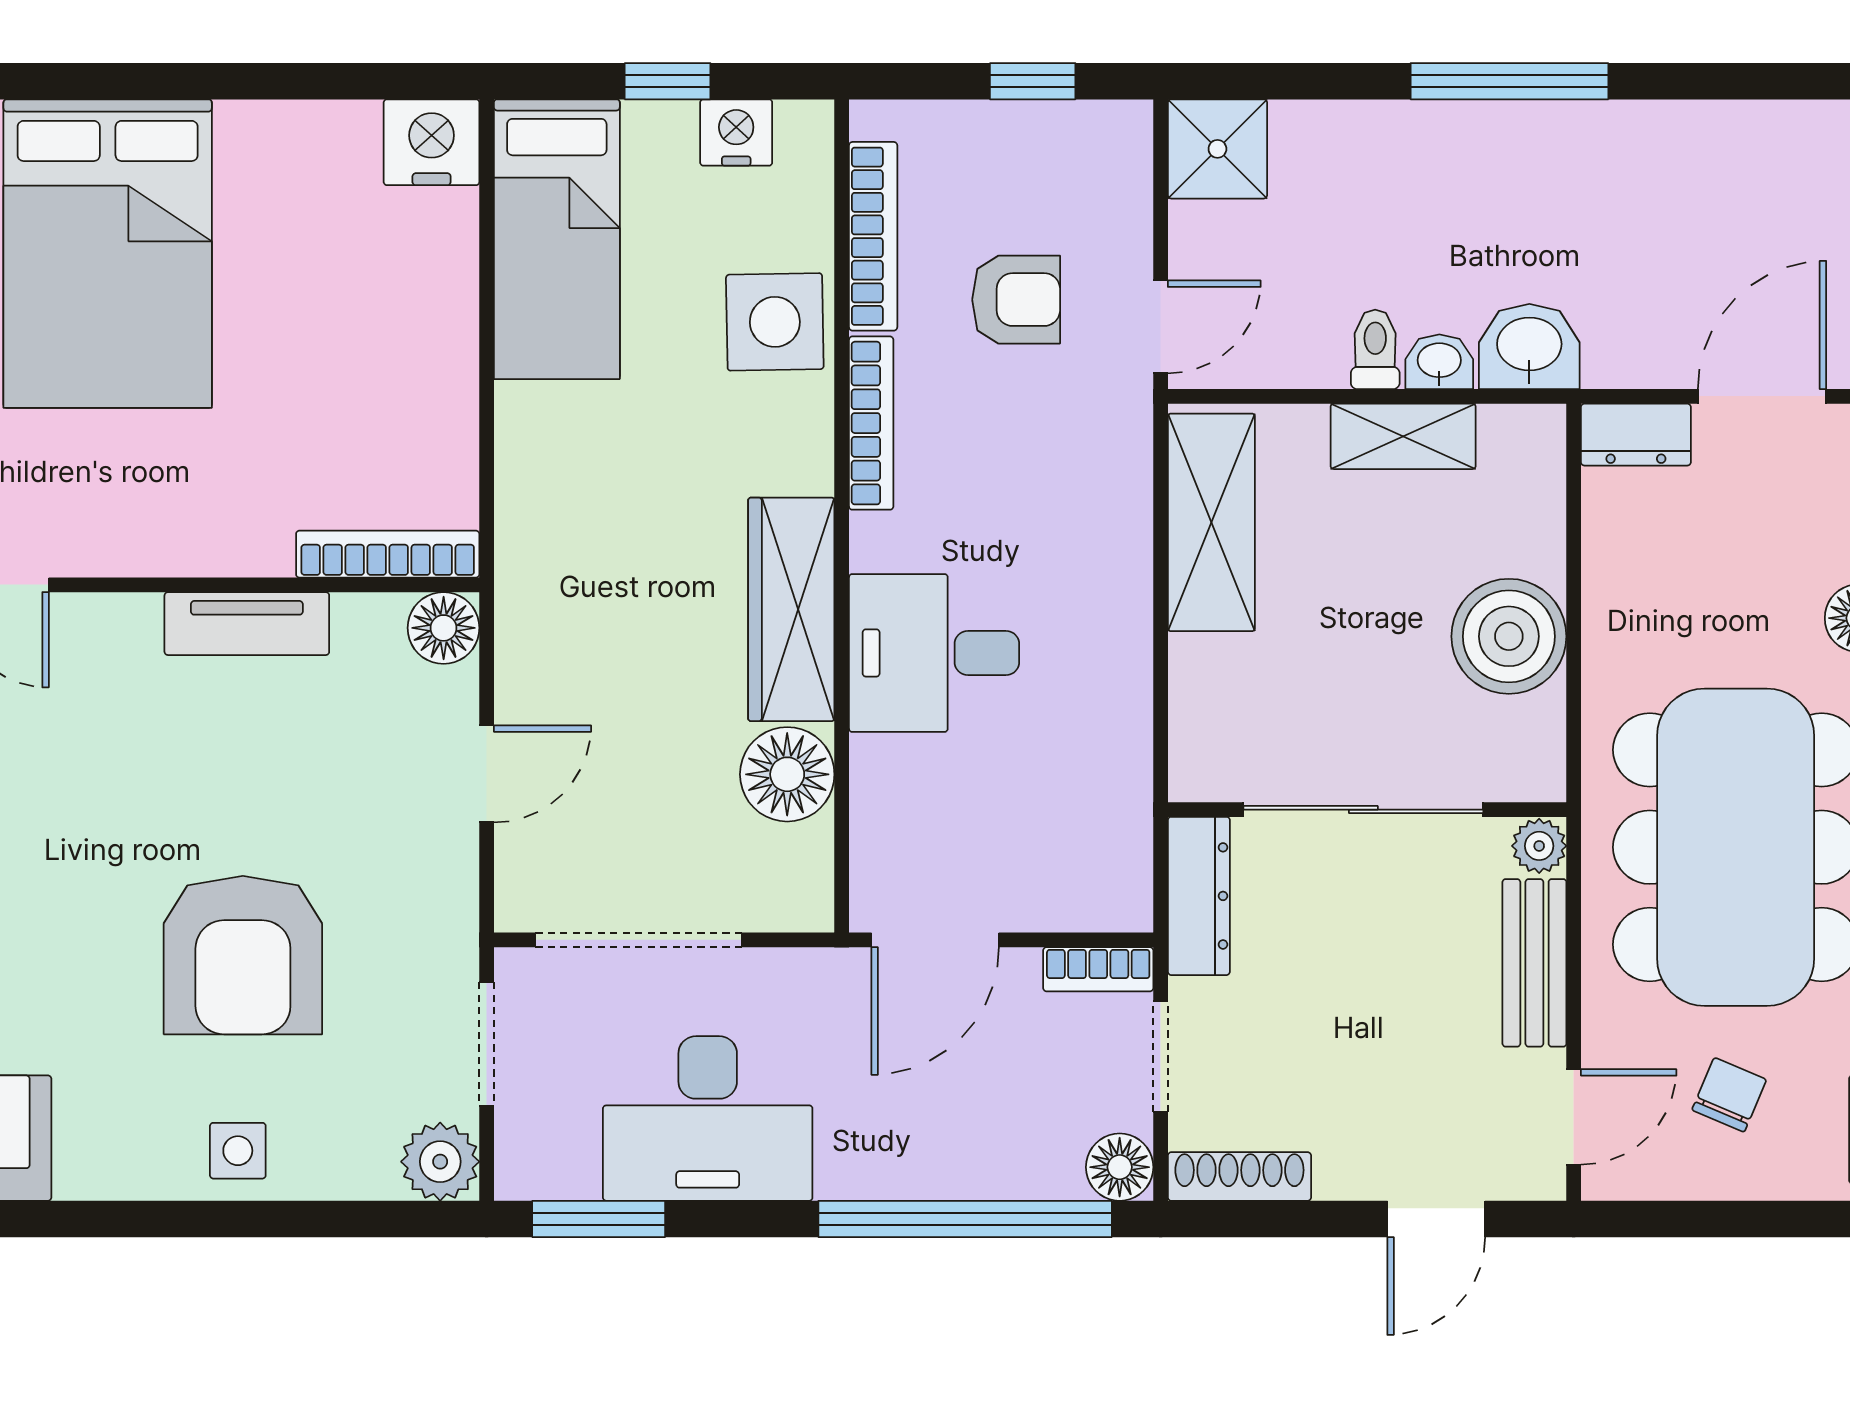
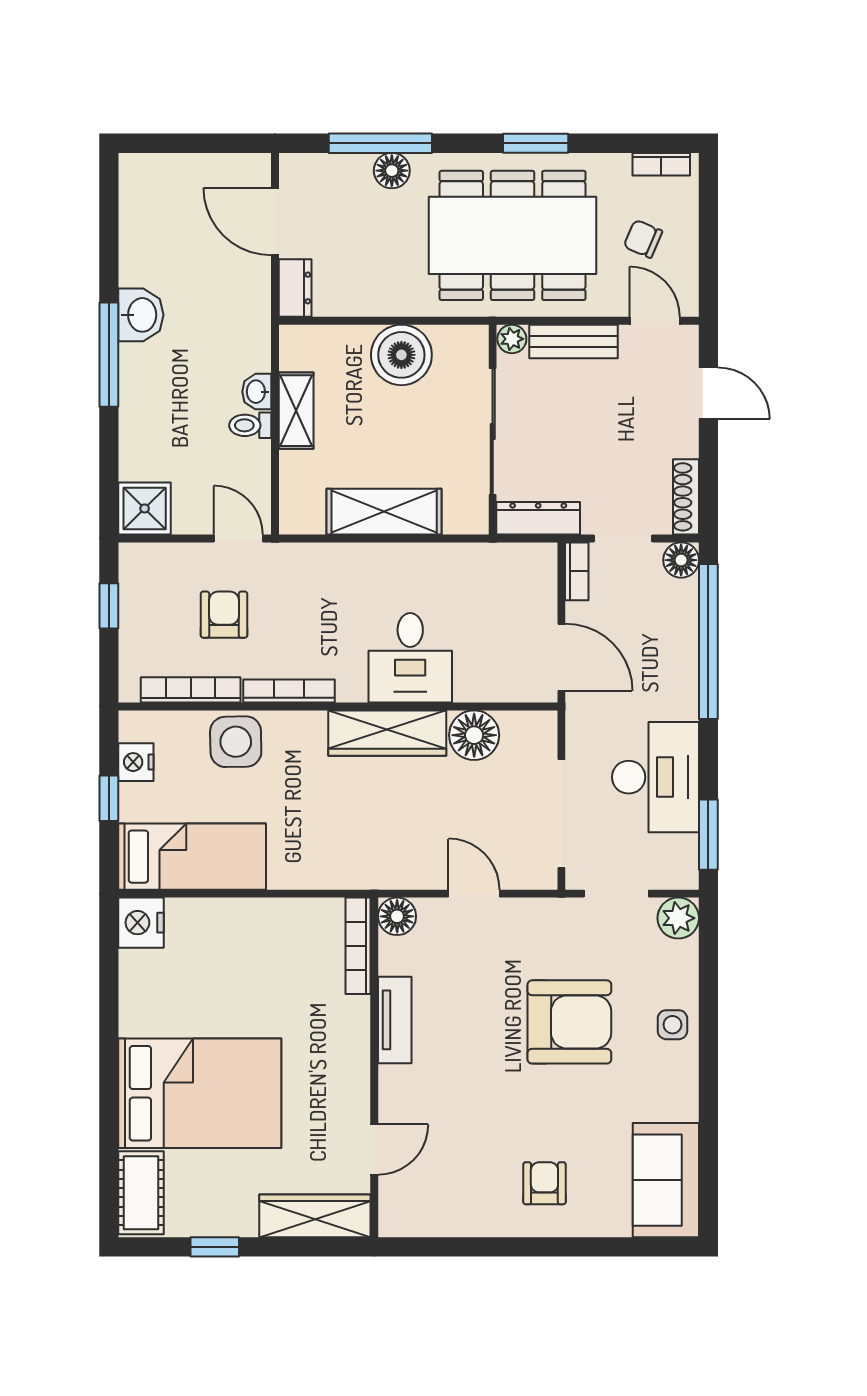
washbasin: (1529, 347) -> (141, 315), moved, turned 180
shelving: (1211, 522) -> (384, 512), moved

